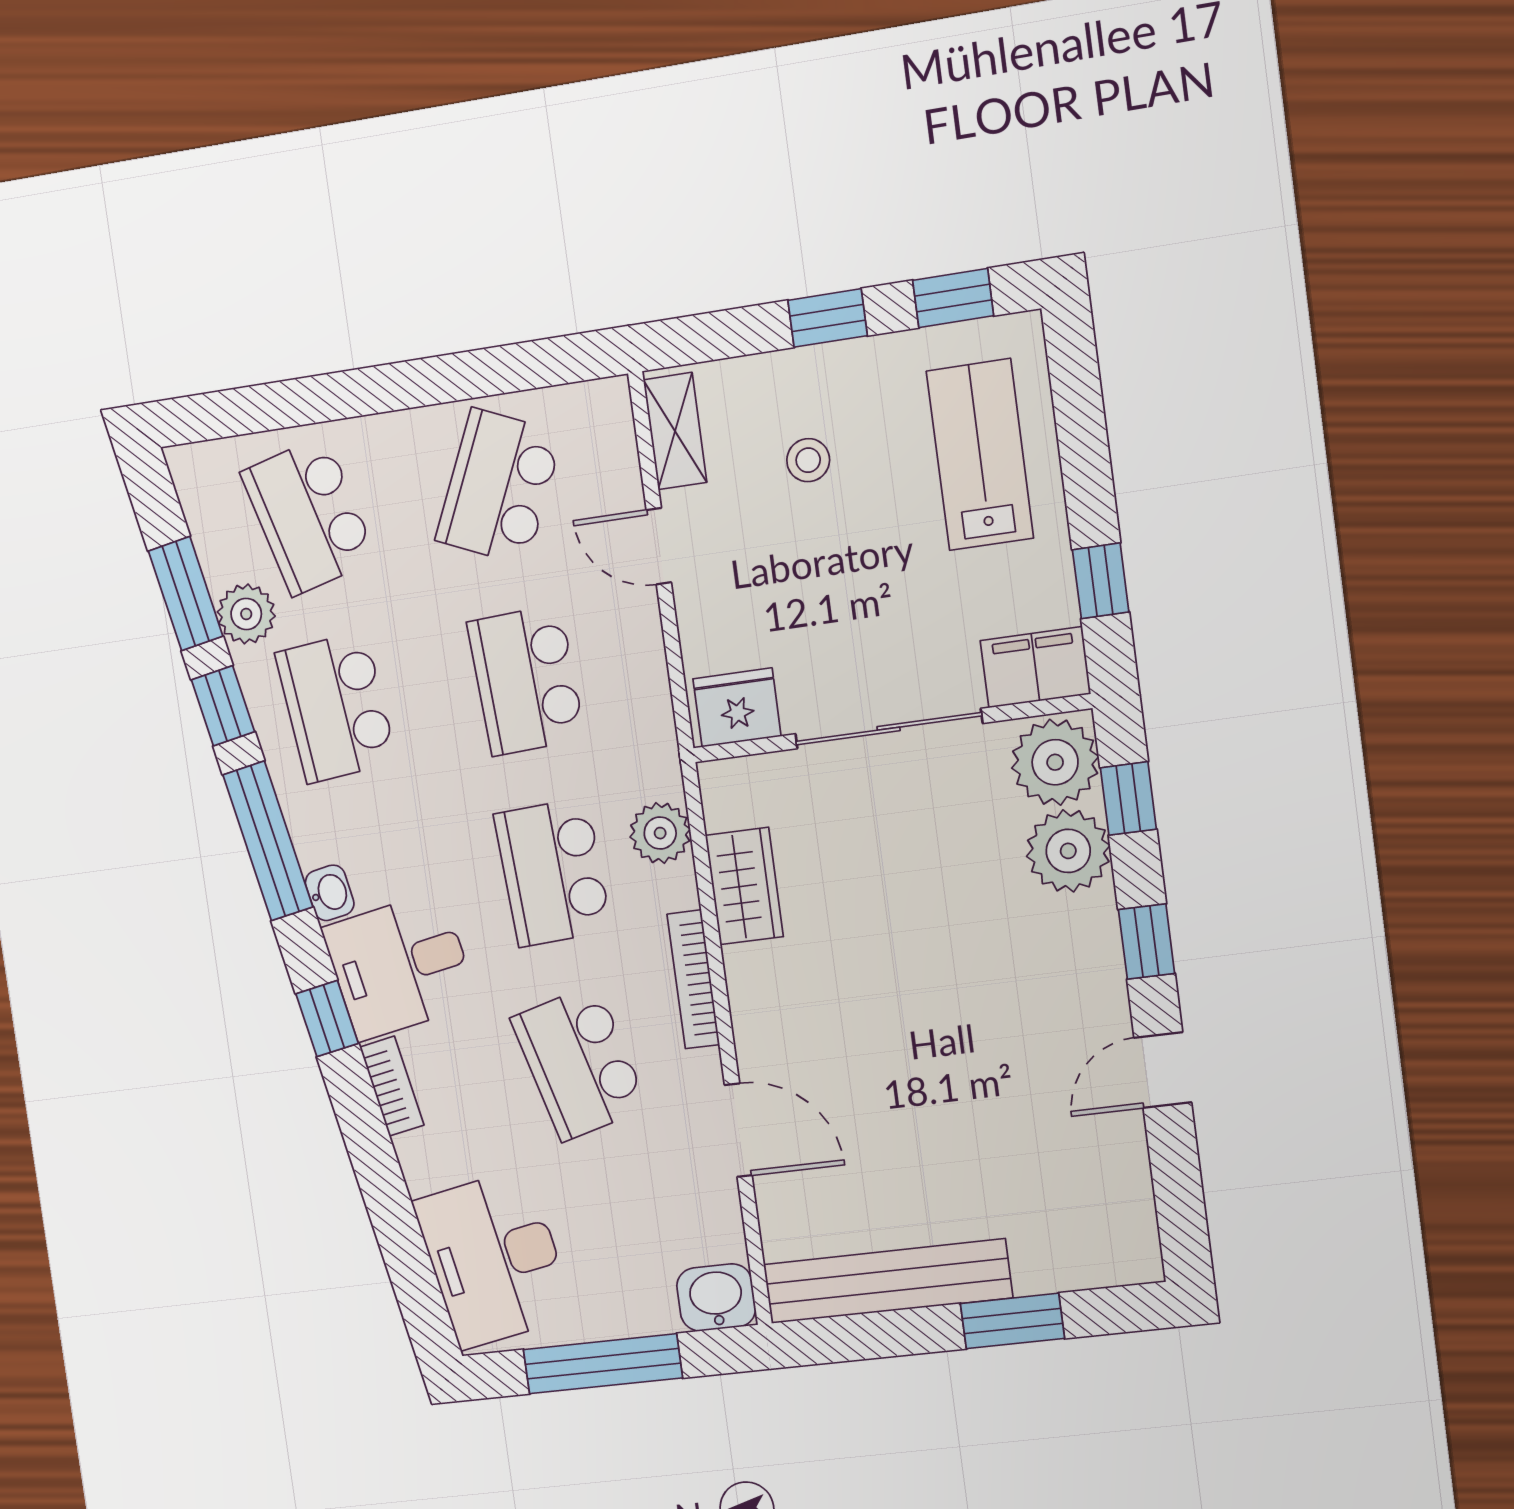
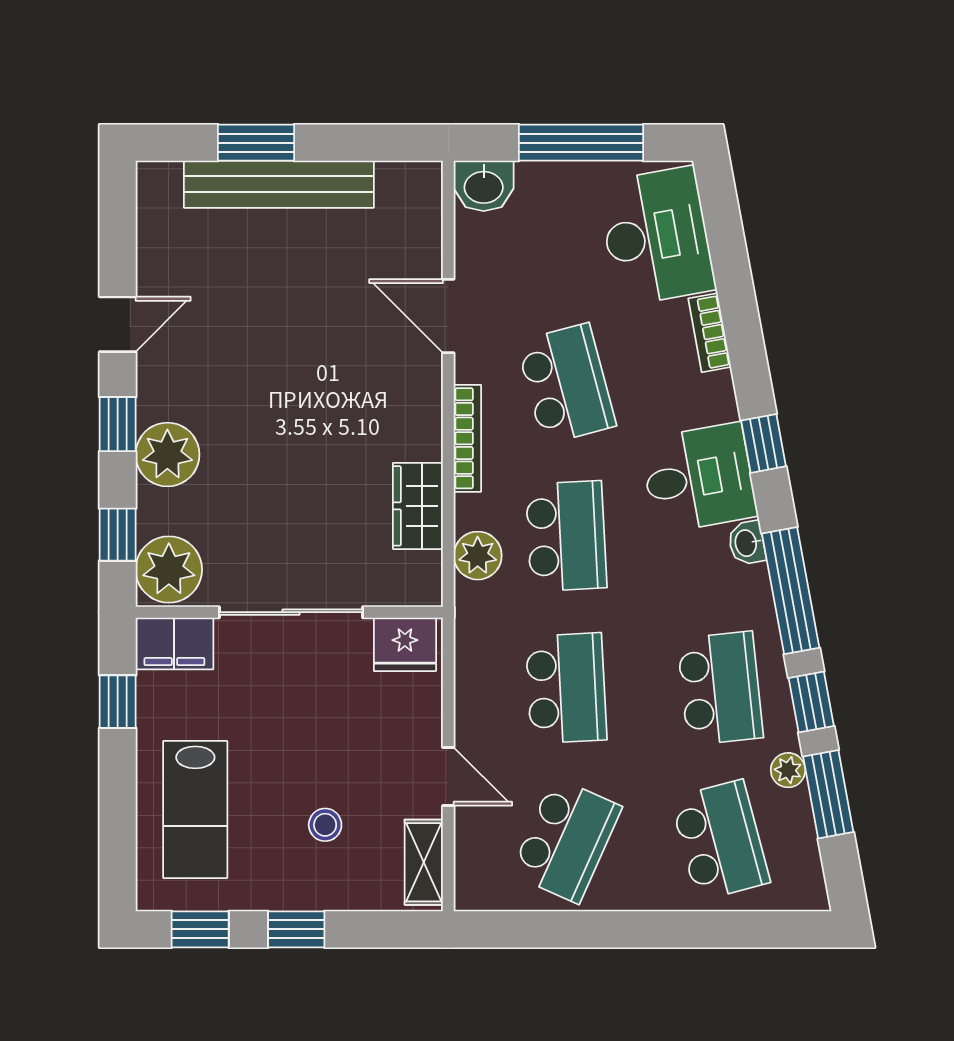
plant: (246, 614) -> (788, 770), width x0.73, depth x0.73
plant: (1068, 851) -> (167, 455), moved
bookcase: (392, 1086) -> (710, 333), moved
bench: (888, 1281) -> (279, 184), moved

